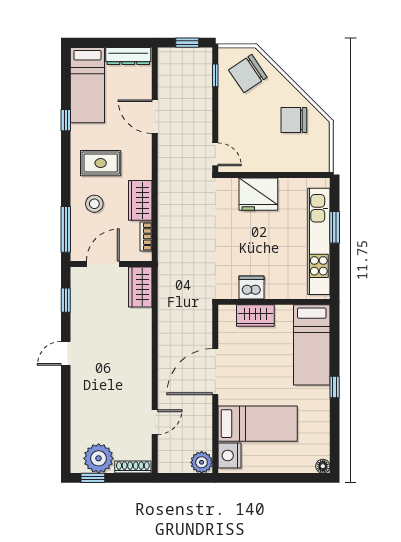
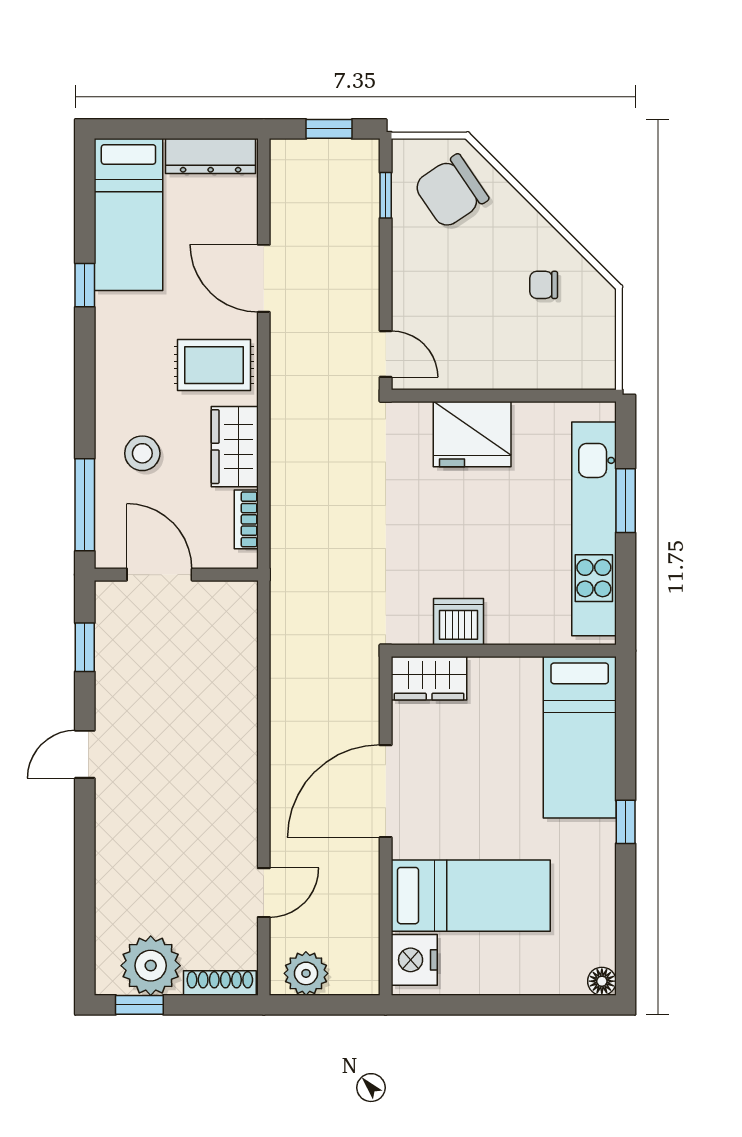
chair: (294, 120) -> (544, 285), width x0.54, depth x0.54
rug: (101, 163) -> (214, 365), moved
door: (103, 264) -> (159, 575), hinge flipped
wardrobe: (140, 287) -> (235, 621), removed
wardrobe: (255, 316) -> (429, 678), moved
plant: (202, 462) -> (306, 973), moved

